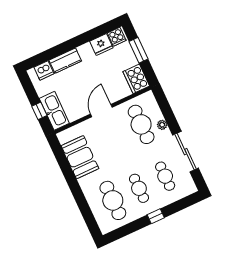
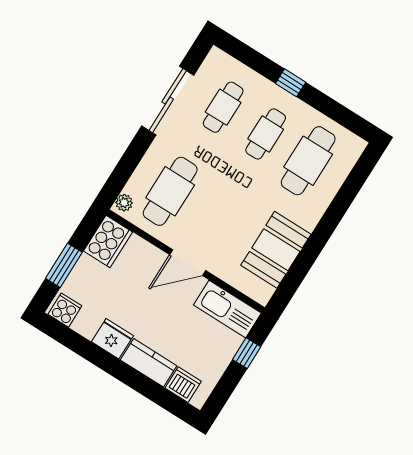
fridge: (101, 45) -> (112, 339), moved
kitchen sink: (54, 111) -> (227, 309), moved, turned -90
plant: (162, 125) -> (124, 203), moved

